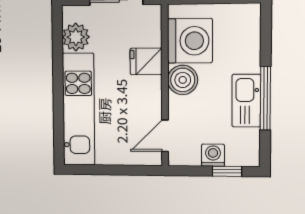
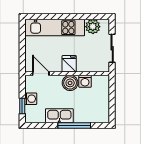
washing machine: (190, 41) -> (85, 81), width x0.53, depth x0.53
fridge: (146, 61) -> (69, 64), moved
window: (265, 98) -> (74, 126), moved

